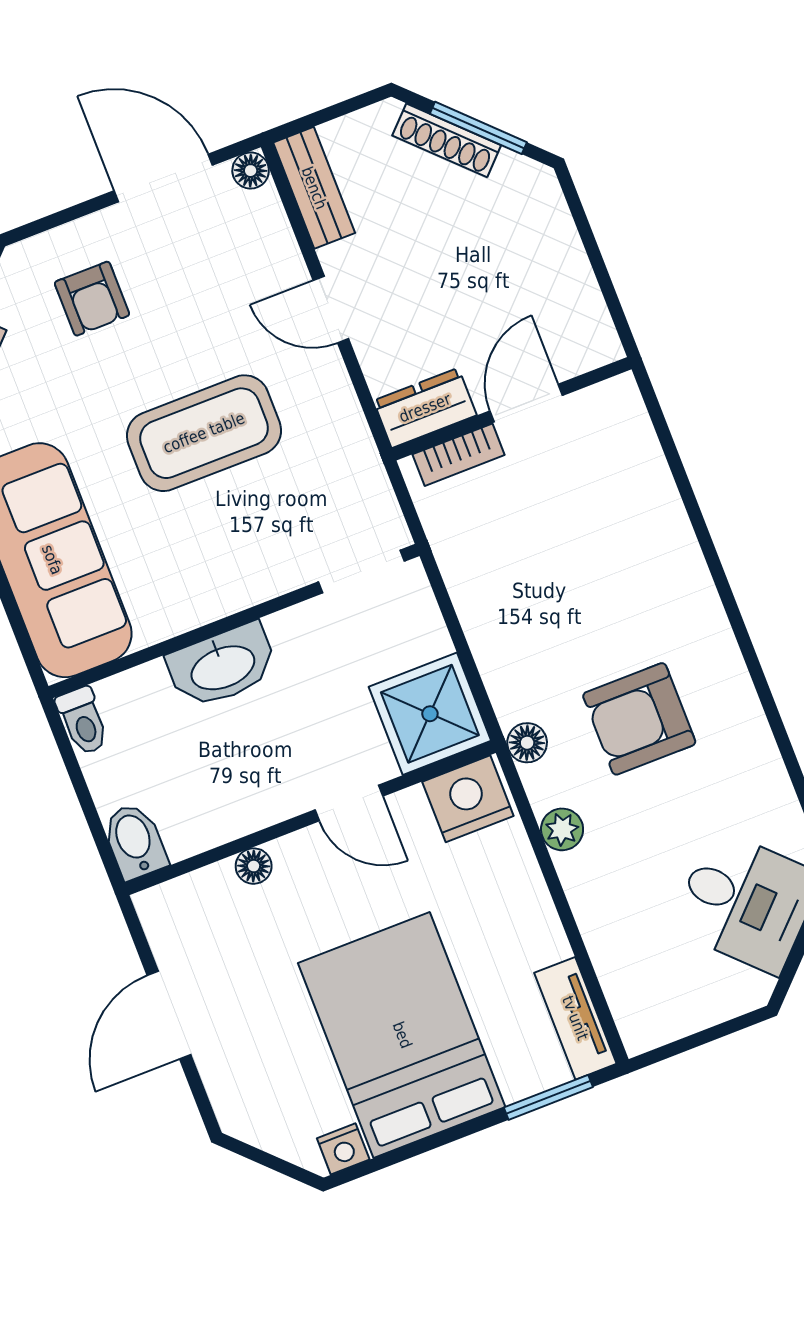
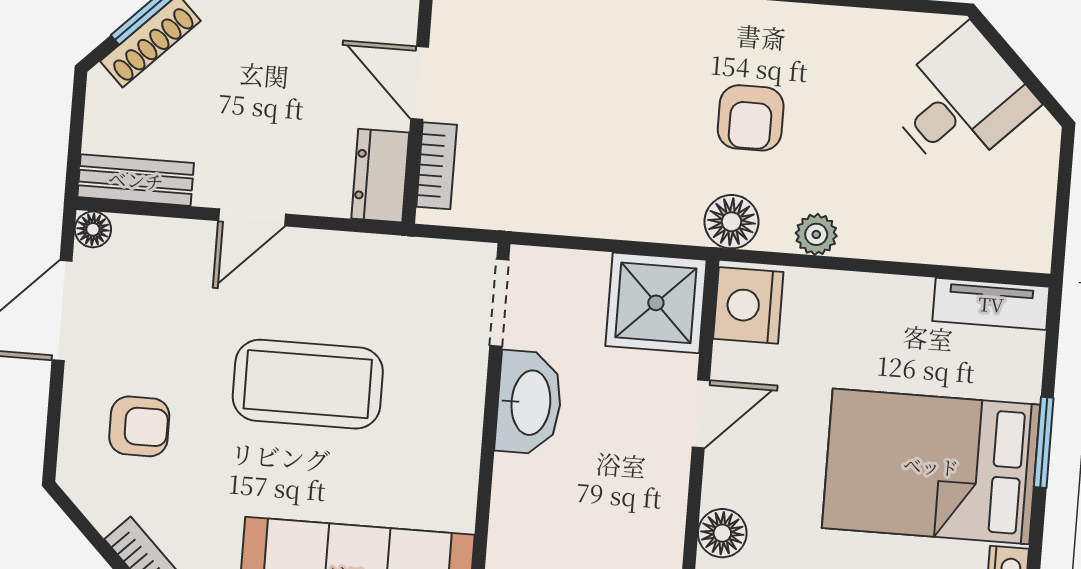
coffee table: (204, 433) -> (308, 384), turned 90
washbasin: (222, 666) -> (529, 403), moved
armchair: (639, 719) -> (751, 118), width x0.72, depth x0.72
floor lamp: (527, 743) -> (731, 222), width x1.37, depth x1.37
floor lamp: (254, 866) -> (722, 533), width x1.37, depth x1.37
window: (548, 1097) -> (1044, 442), moved

